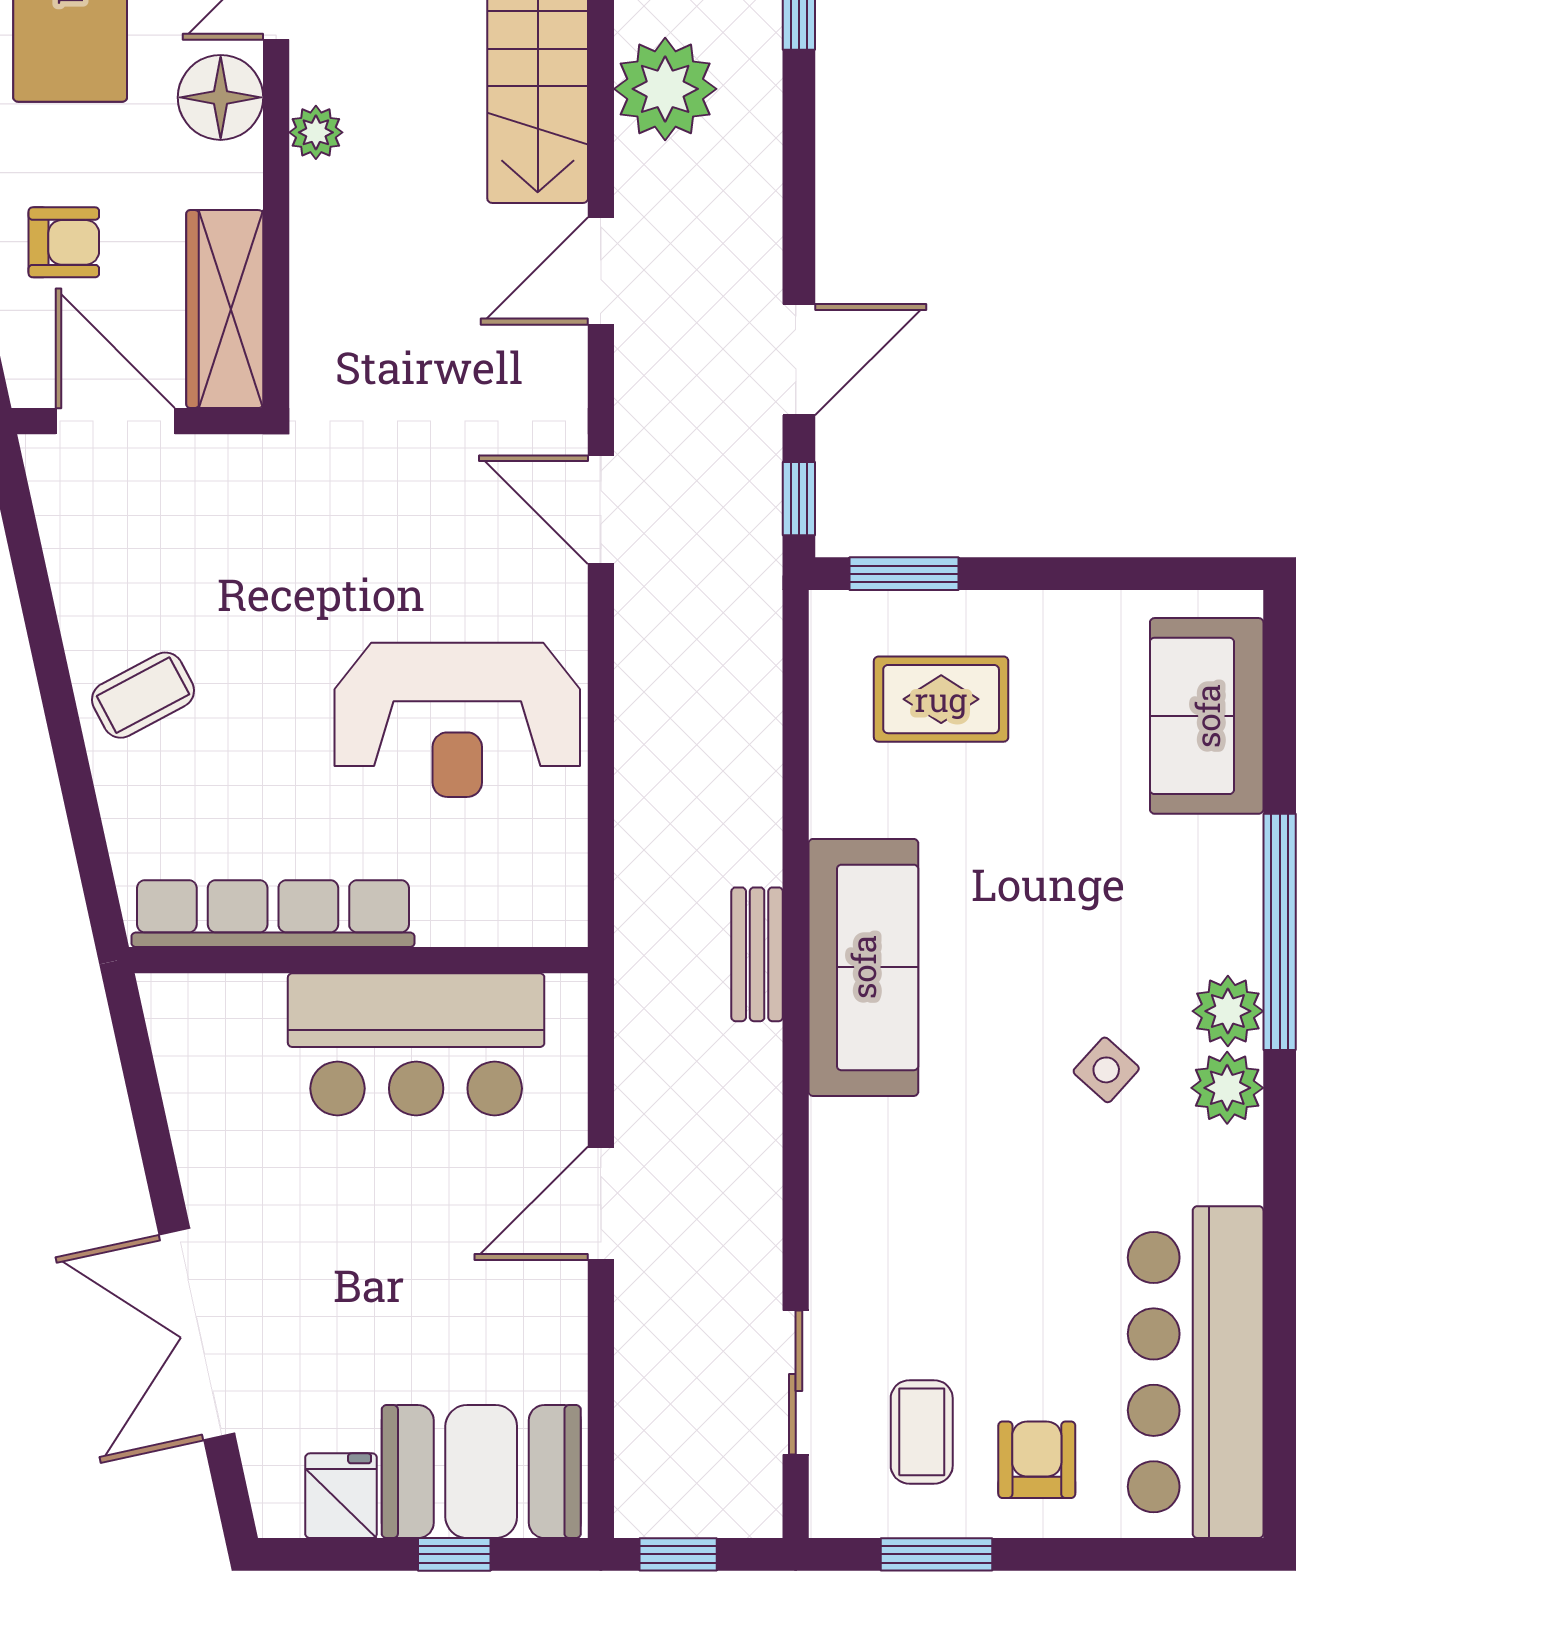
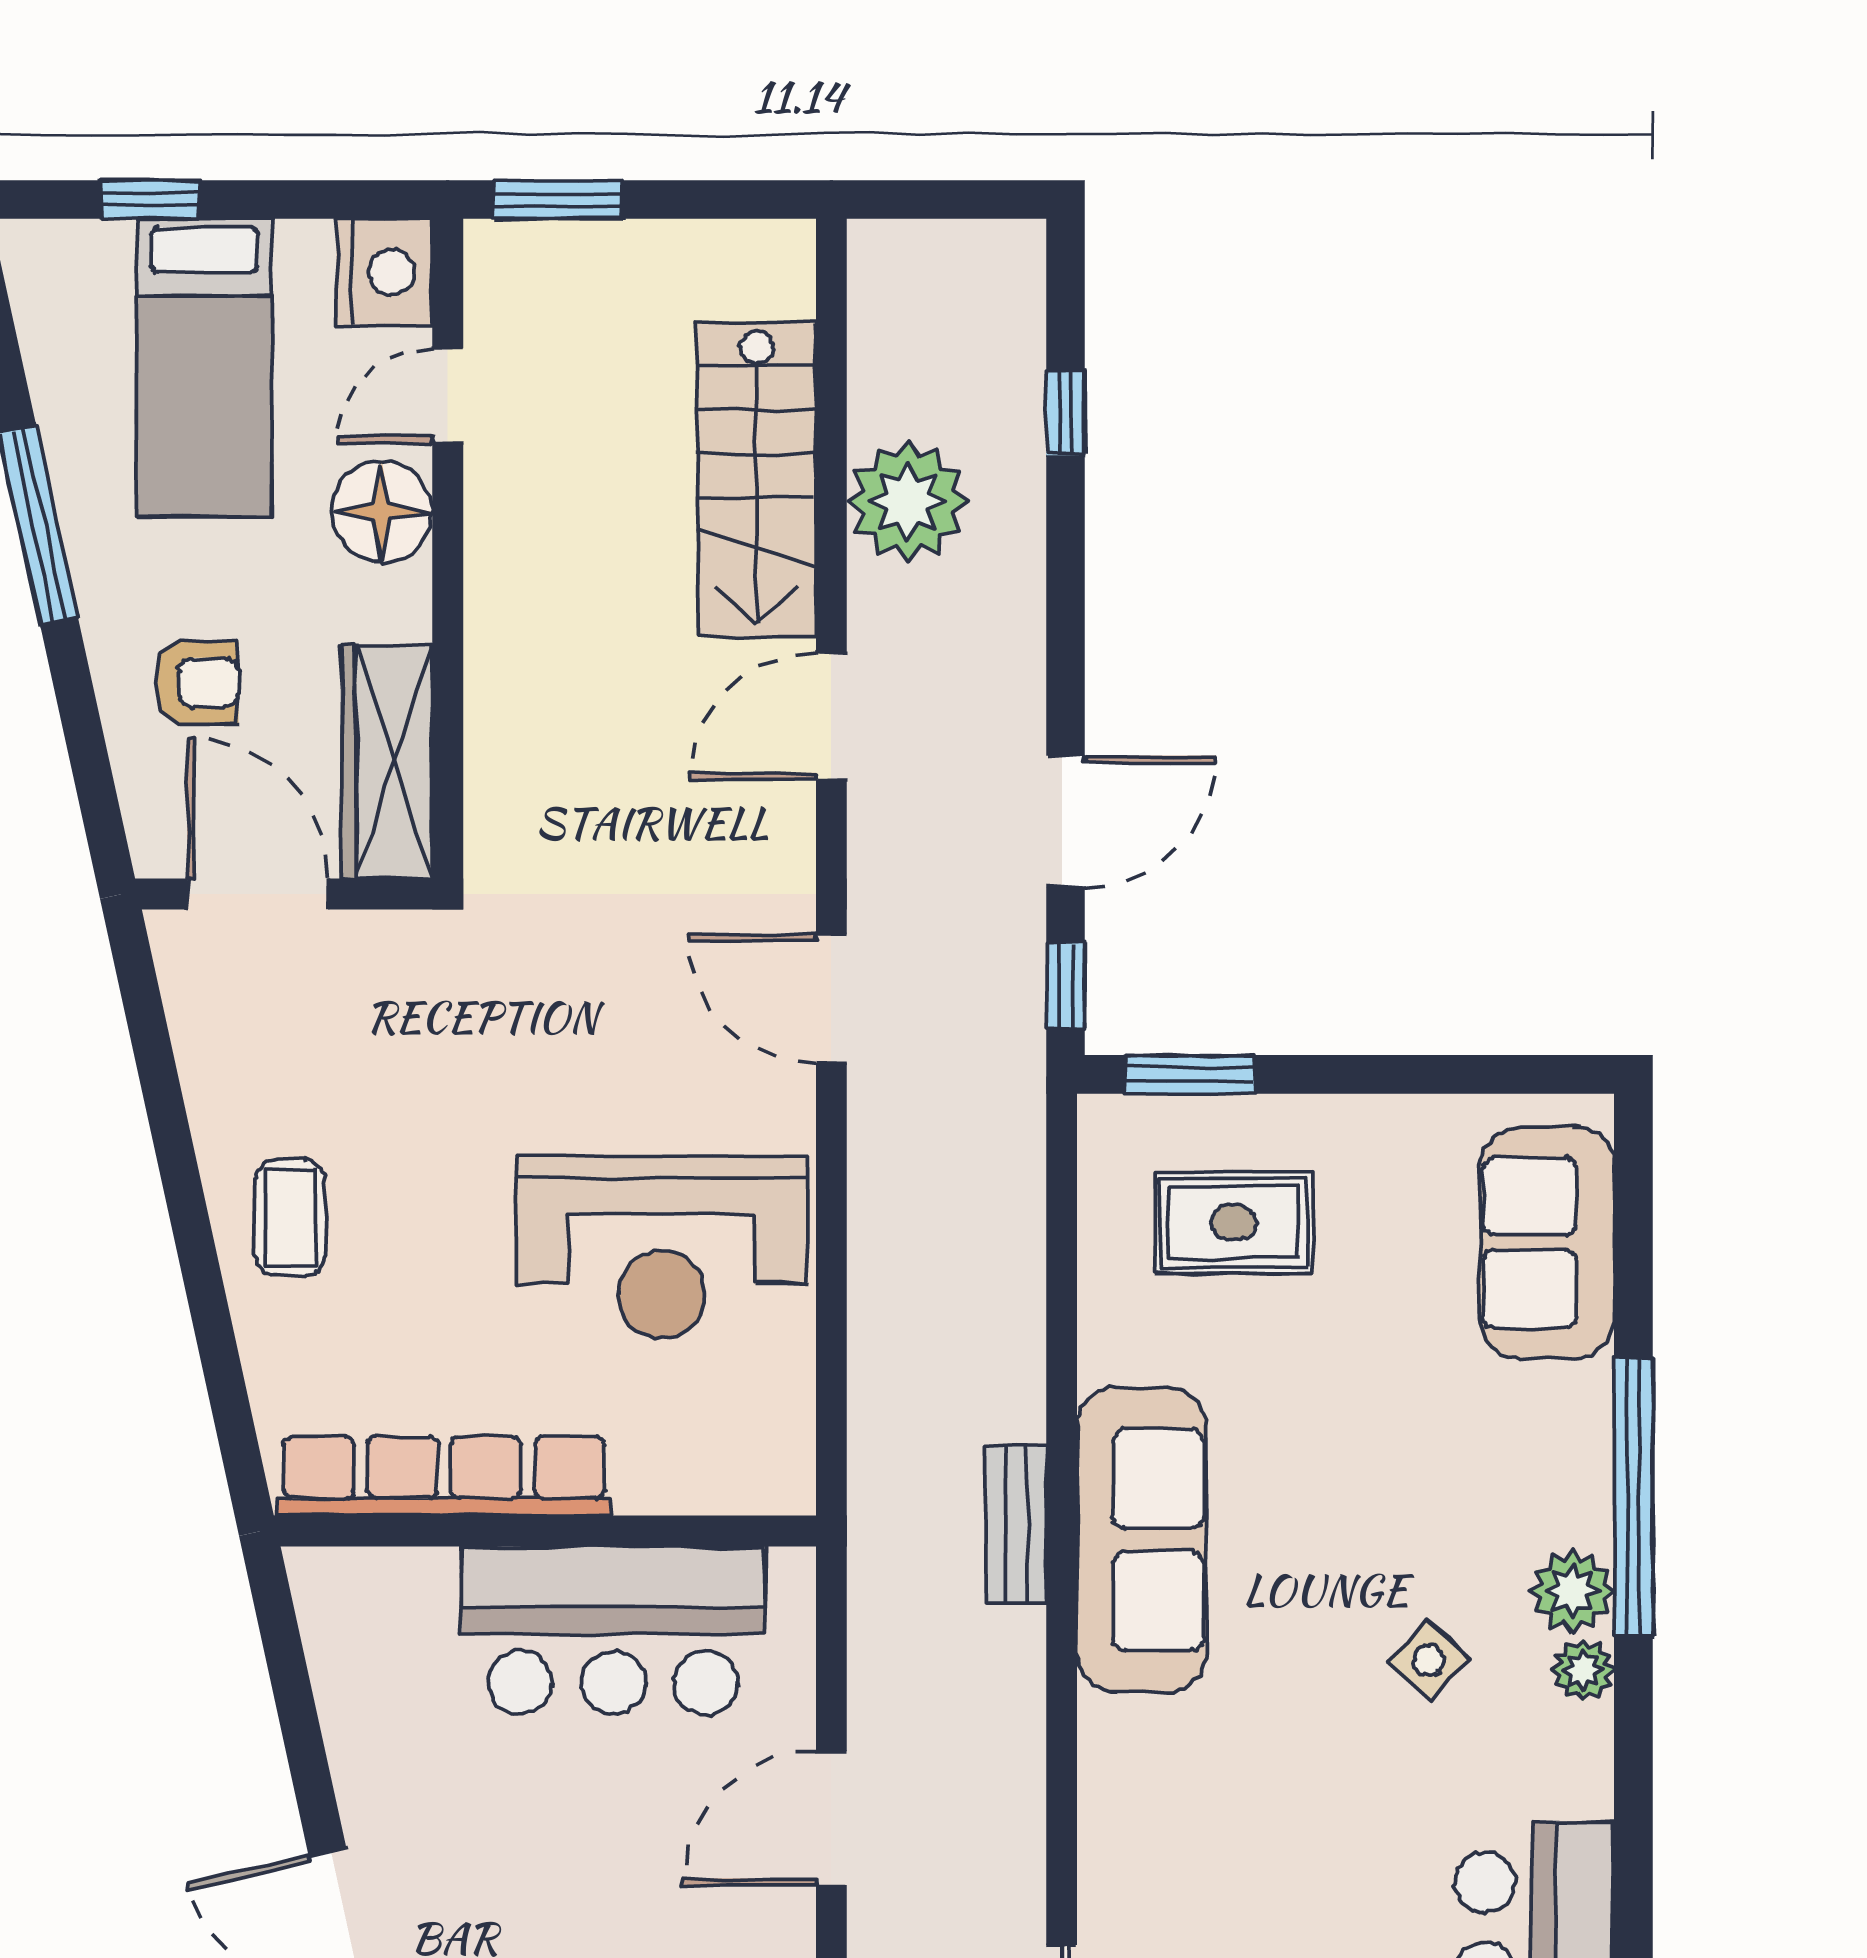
plant: (316, 132) -> (495, 553), removed
coffee table: (143, 695) -> (290, 1218), turned -62
plant: (1227, 1088) -> (1583, 1670), width x0.73, depth x0.73

